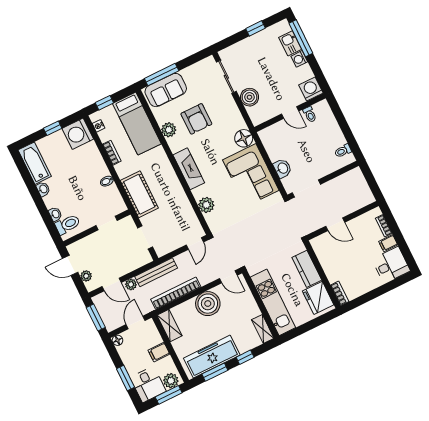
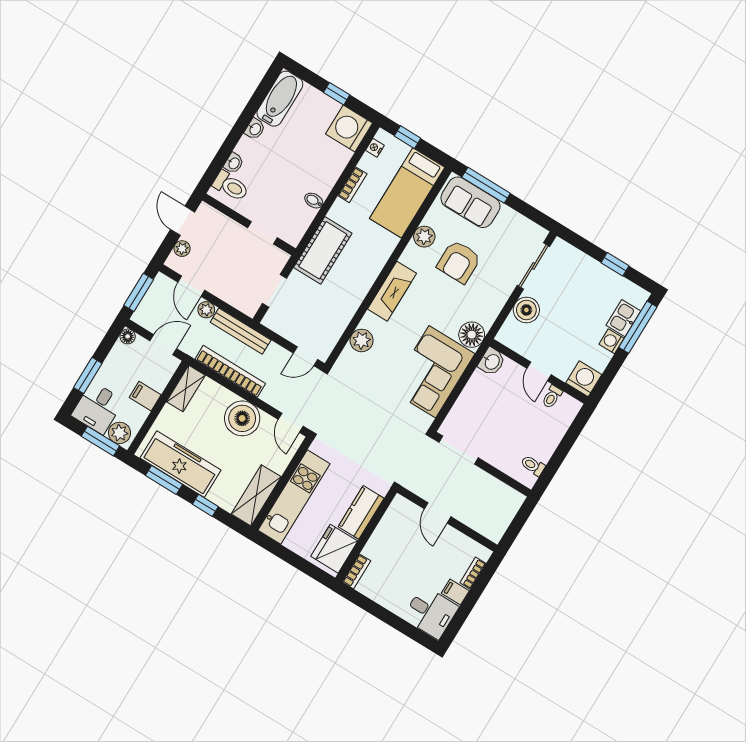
washbasin: (282, 168) -> (492, 362), moved
shelving: (263, 329) -> (256, 495), width x1.50, depth x1.33

